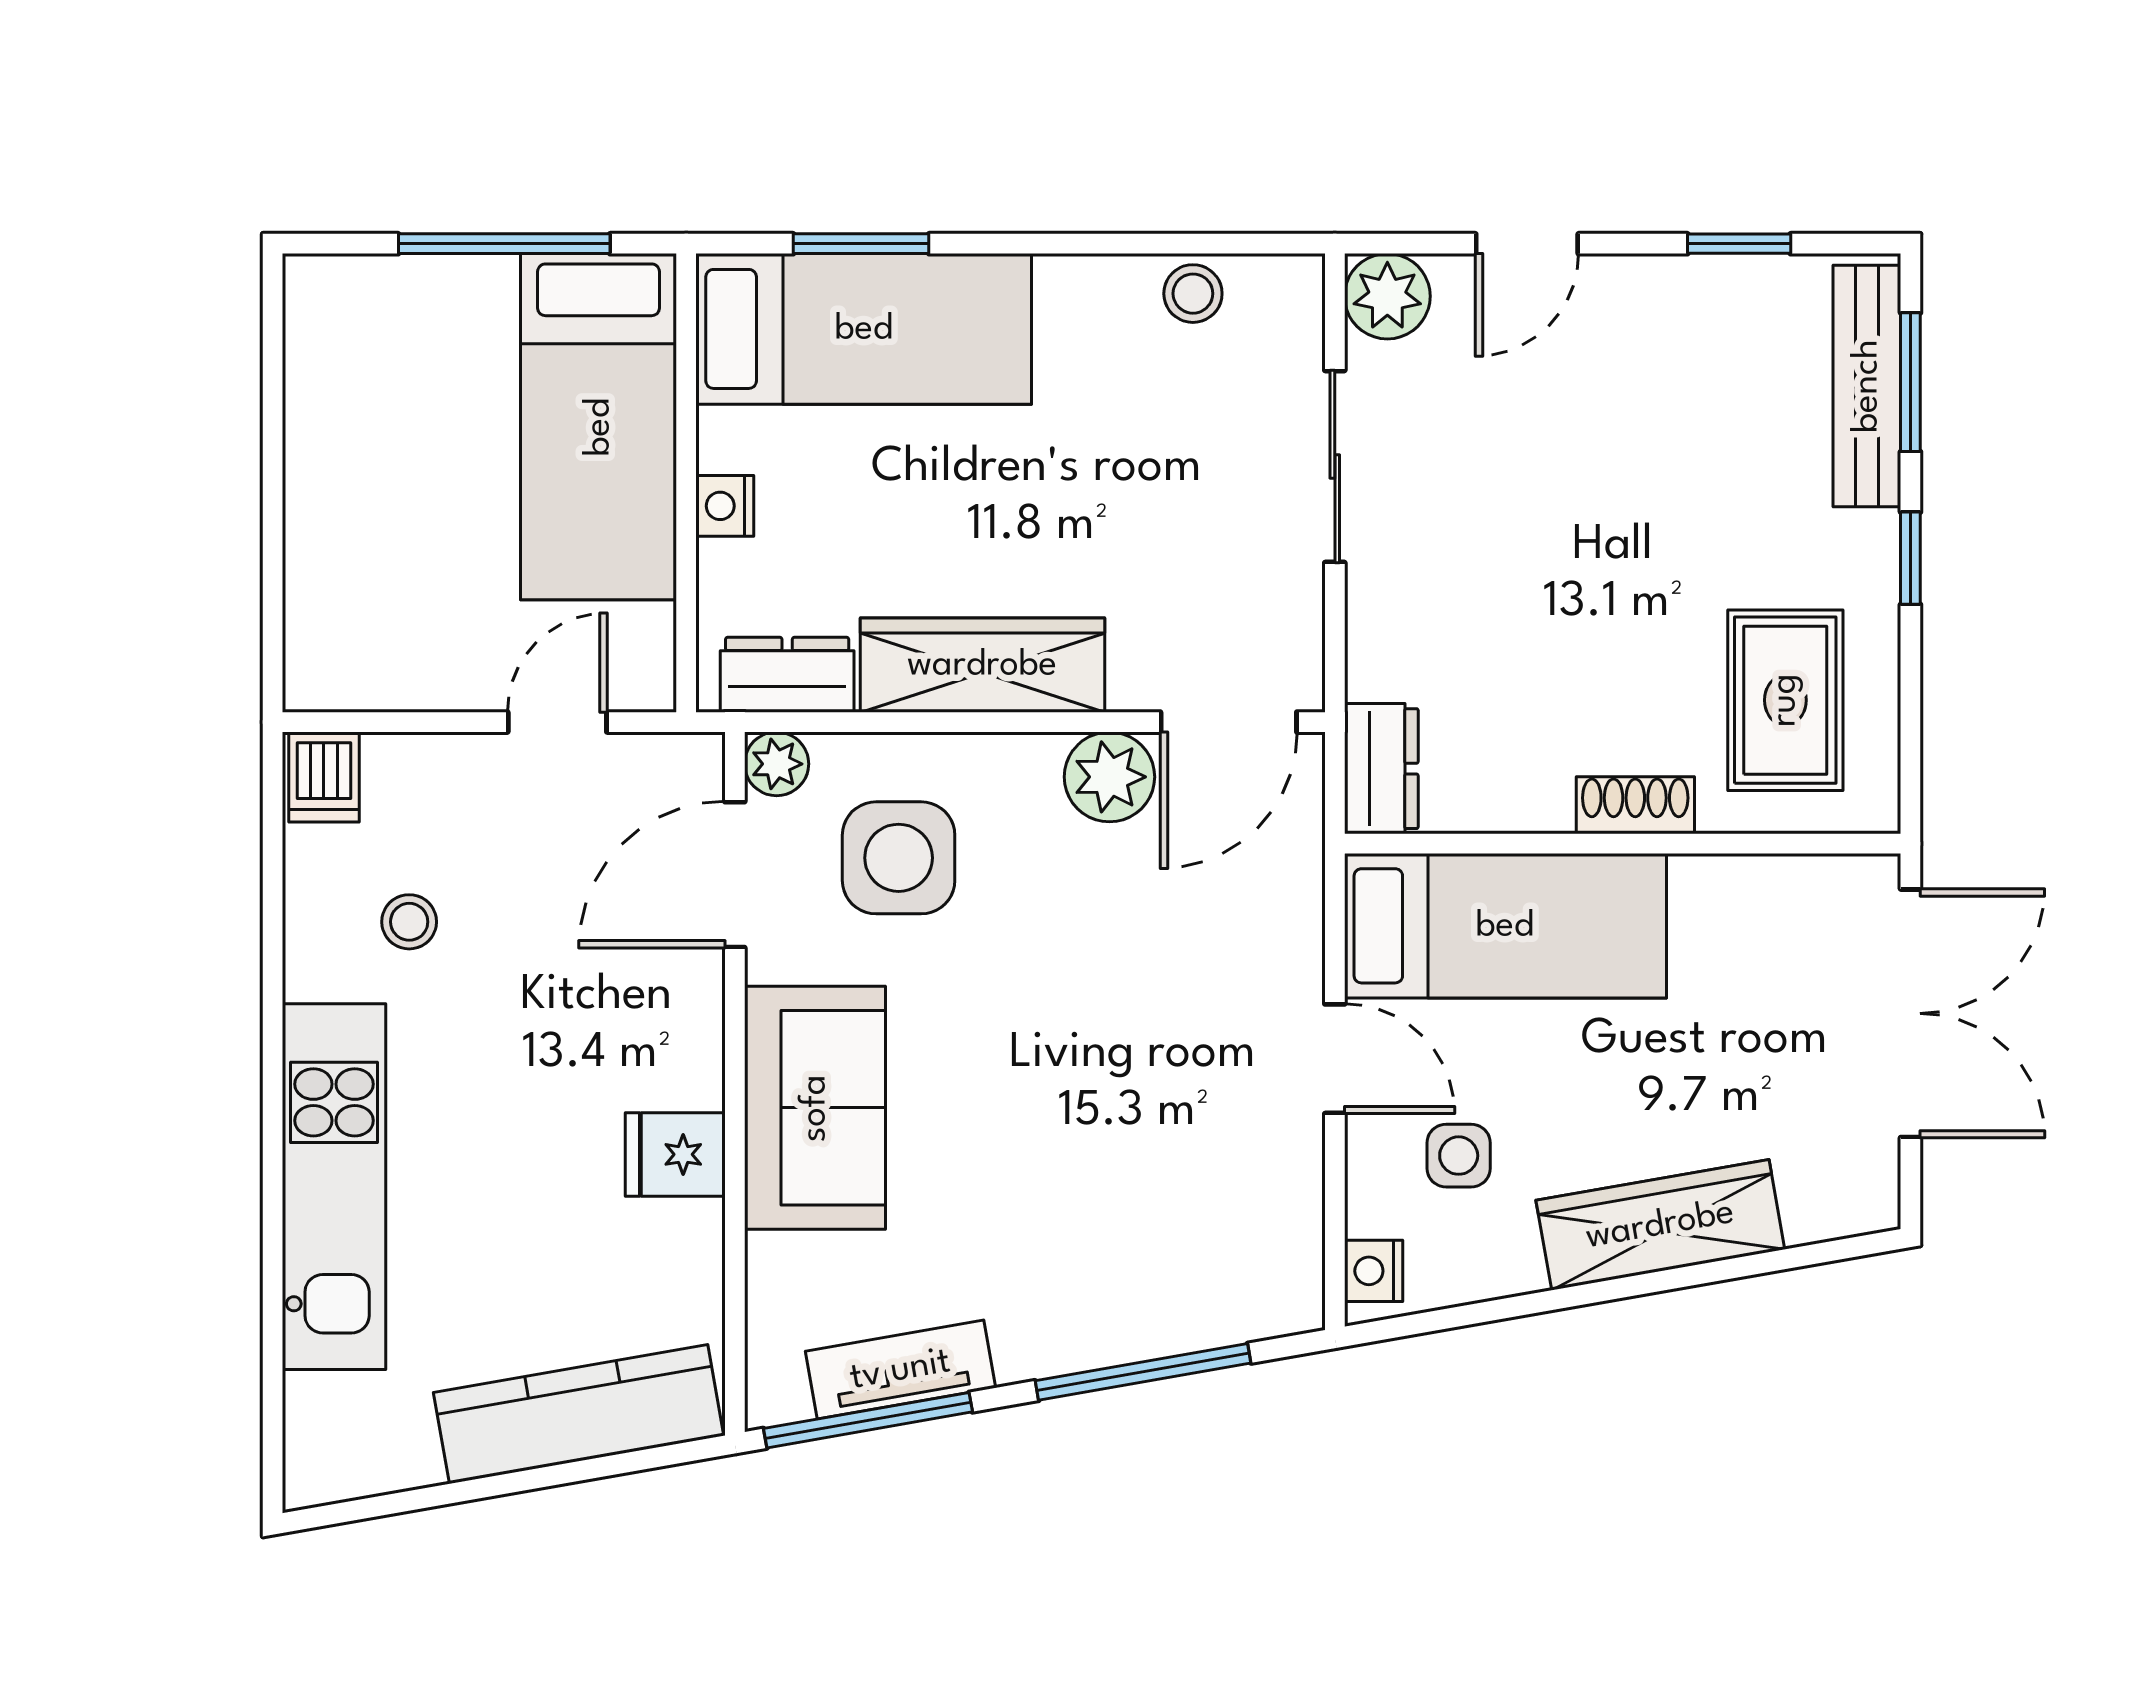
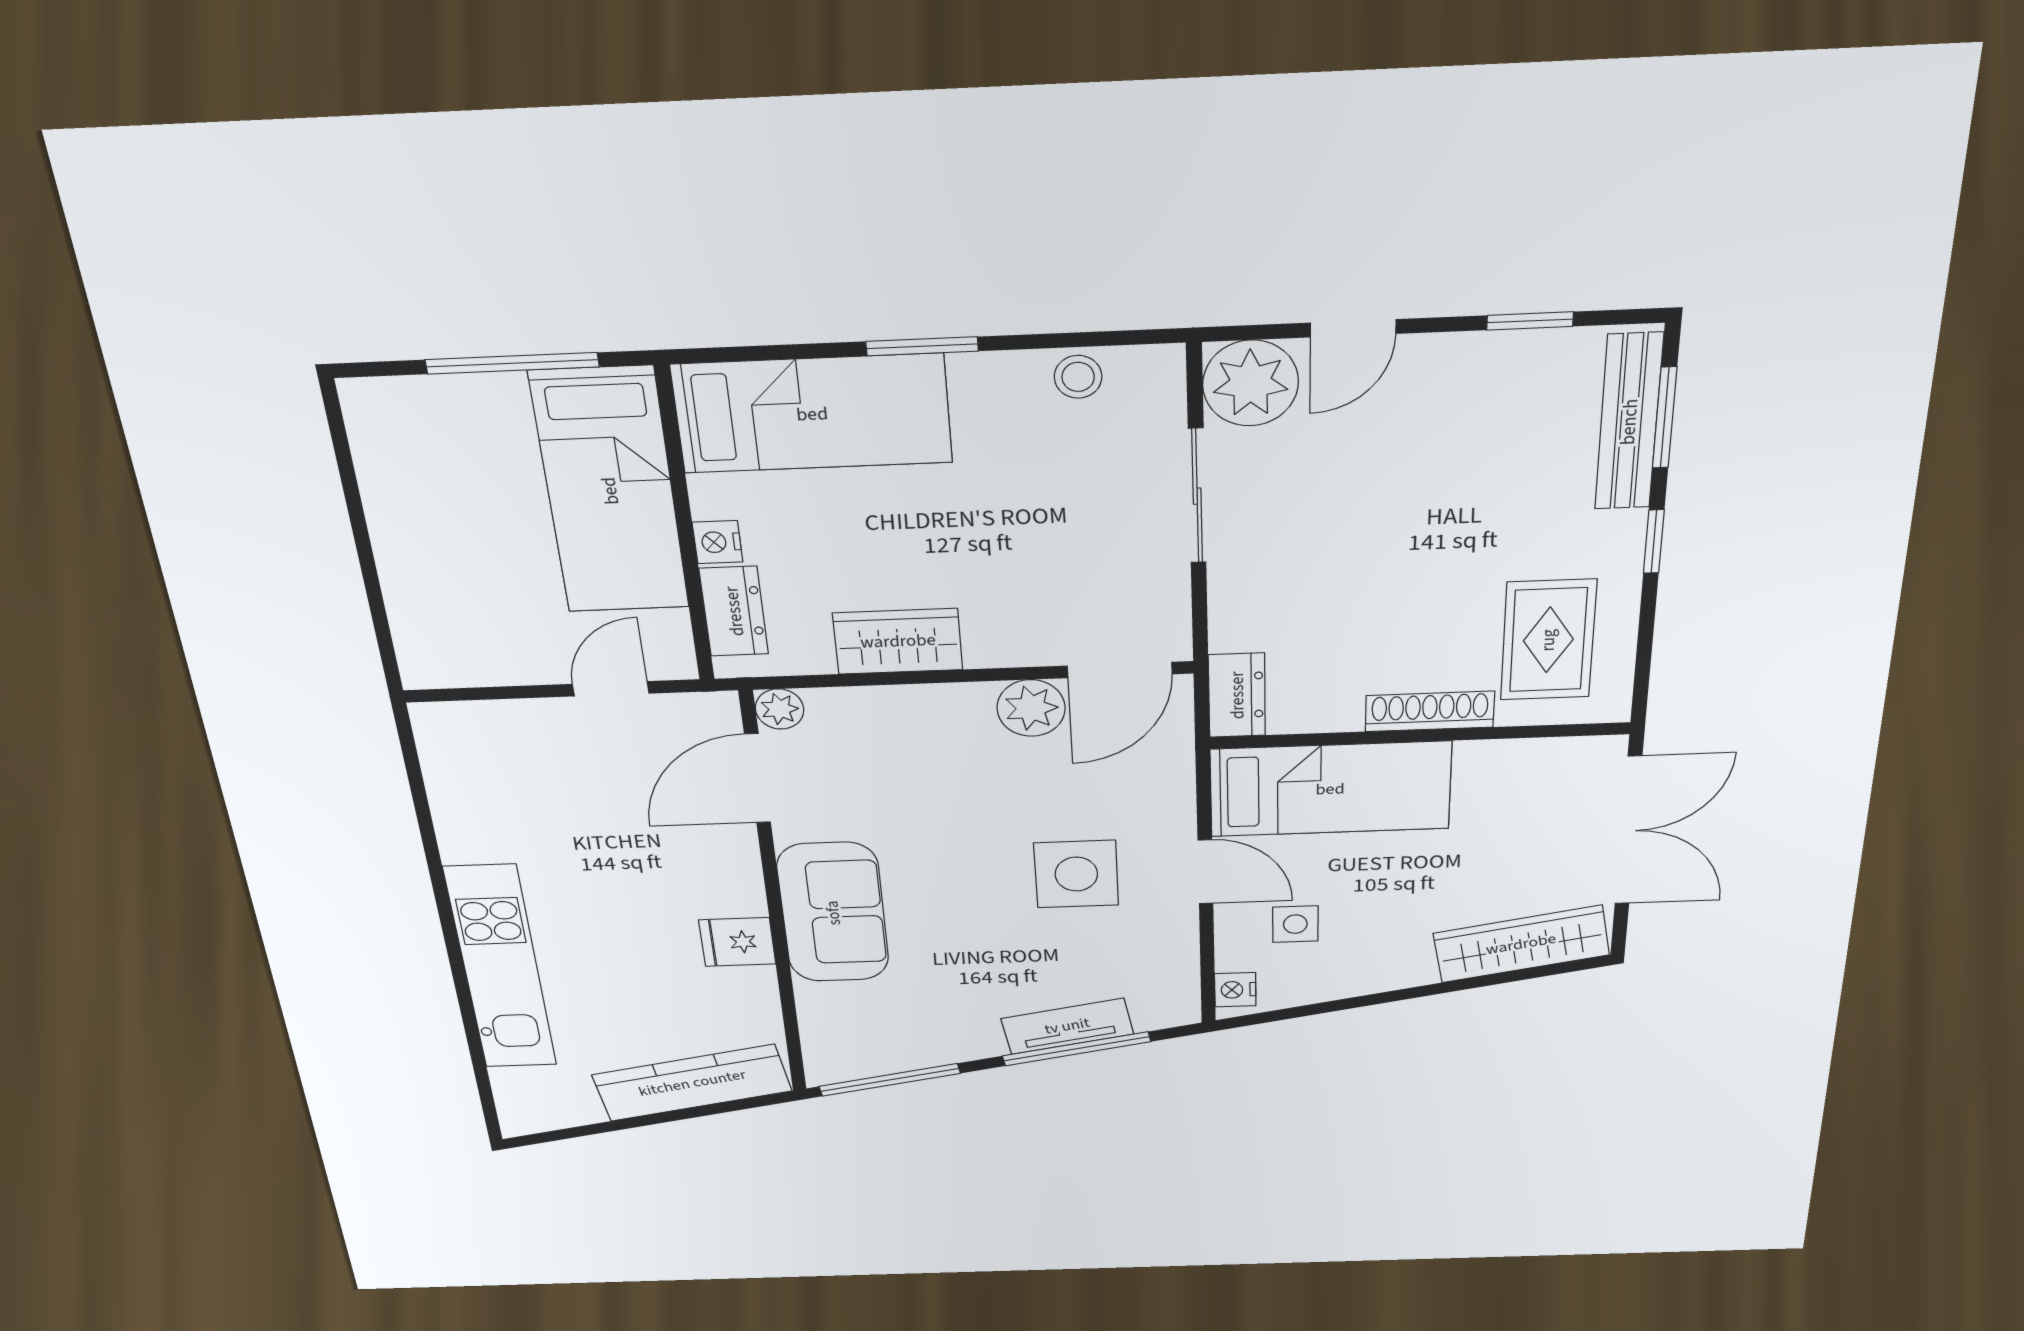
window: (861, 244) -> (922, 346), moved
plant: (1387, 296) -> (1251, 383), width x1.36, depth x1.36
wardrobe: (982, 665) -> (898, 641), width x0.67
dresser: (787, 675) -> (734, 611), moved, turned 90
dishwasher: (324, 777) -> (443, 730), removed
shoe rack: (1635, 805) -> (1430, 711), width x1.43
side table: (899, 858) -> (1076, 874), moved
stool: (409, 922) -> (524, 815), removed
wardrobe: (1660, 1225) -> (1521, 944), moved
tv unit: (900, 1370) -> (1067, 1026), moved

